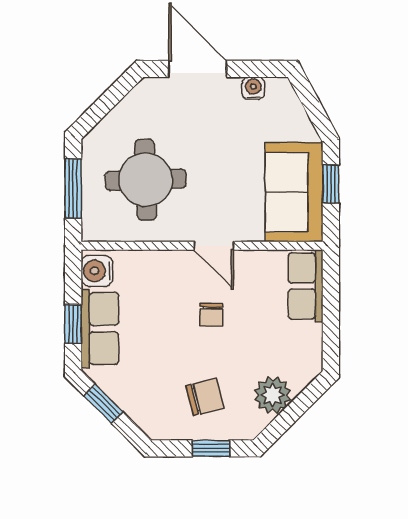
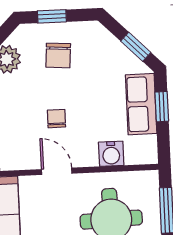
water cooler: (97, 271) -> (111, 154), moved, turned 90
chair: (205, 397) -> (58, 55), turned -72

